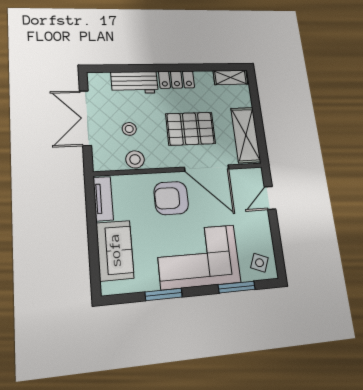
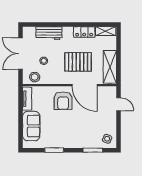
locker: (177, 80) -> (84, 32), moved
stool: (135, 159) -> (35, 77), moved
armchair: (171, 198) -> (63, 101), turned -90
door: (270, 198) -> (119, 104), swing flipped
corner sofa: (198, 257) -> (74, 133), removed

